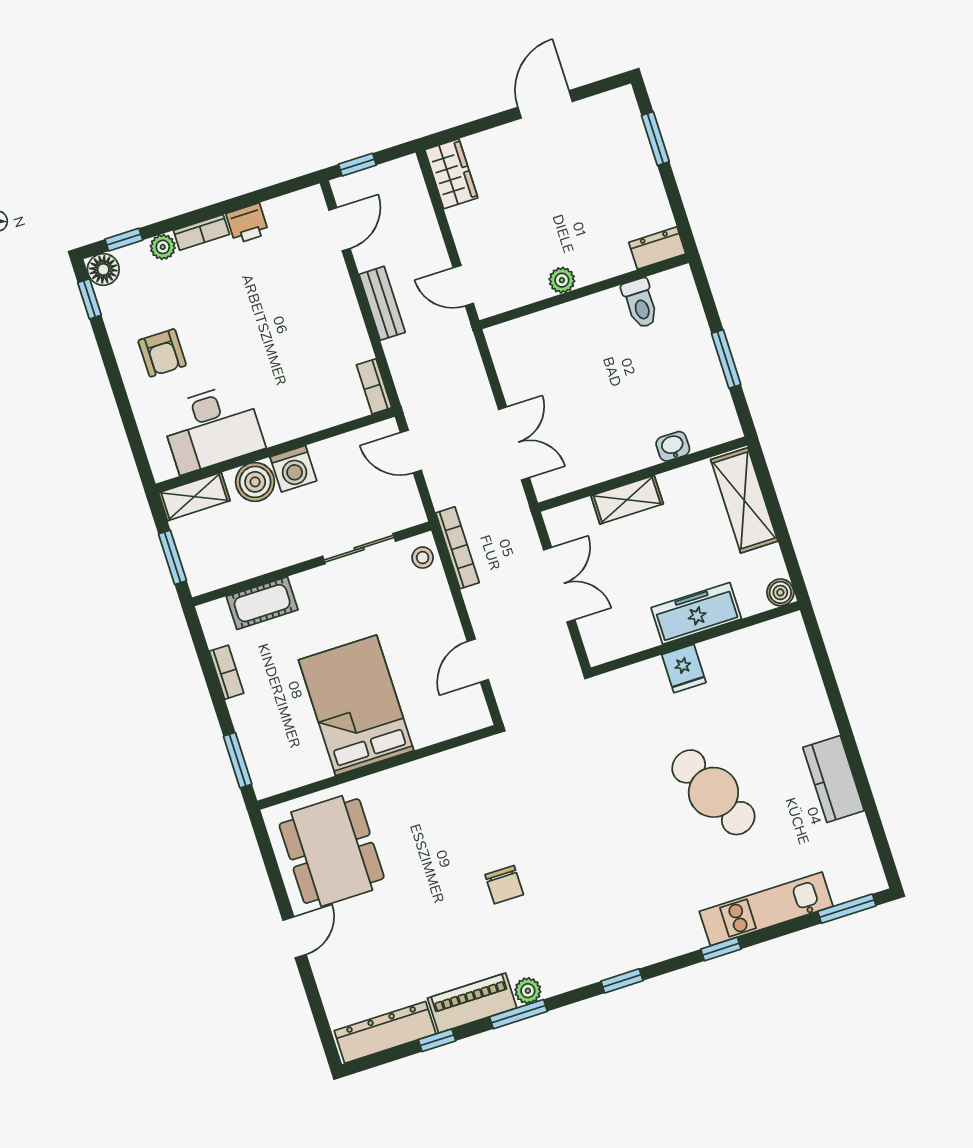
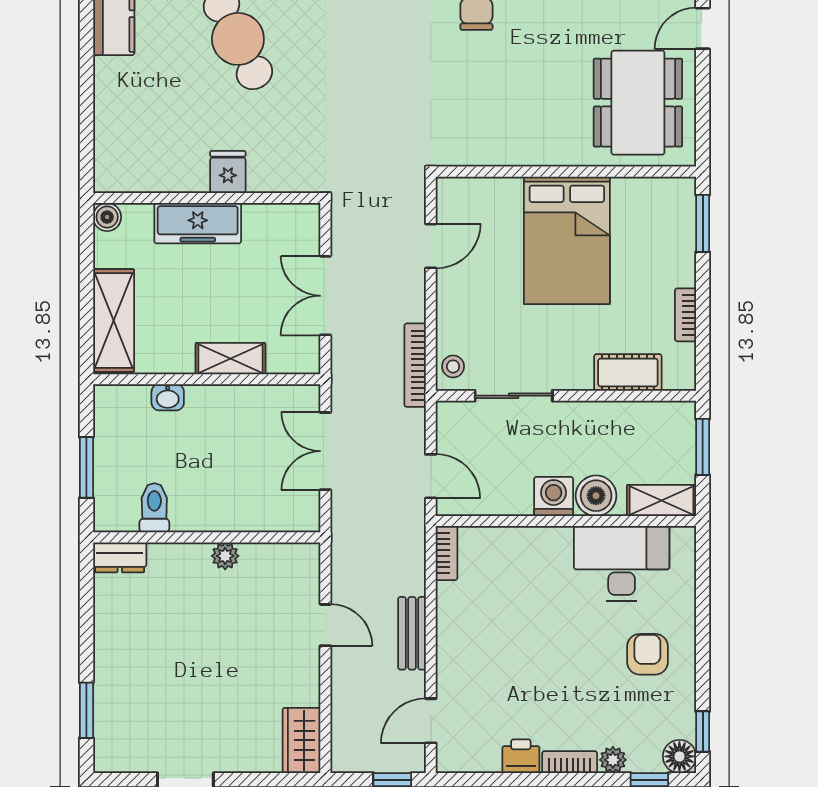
dresser: (657, 248) -> (120, 557), moved
plant: (562, 280) -> (225, 556), moved
wall: (584, 292) -> (207, 537), moved
toilet: (640, 303) -> (154, 508), moved

